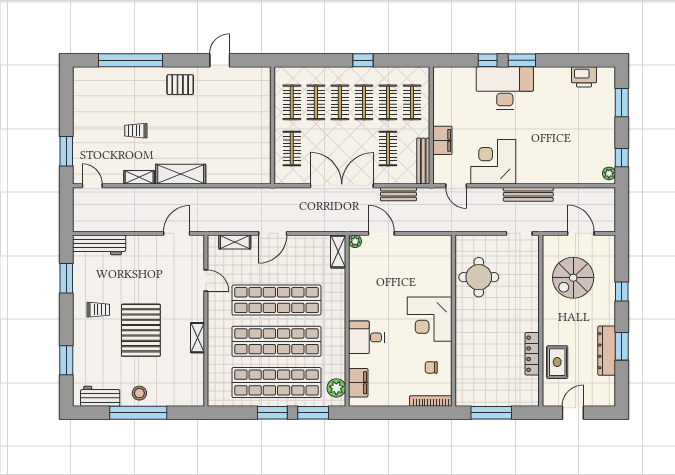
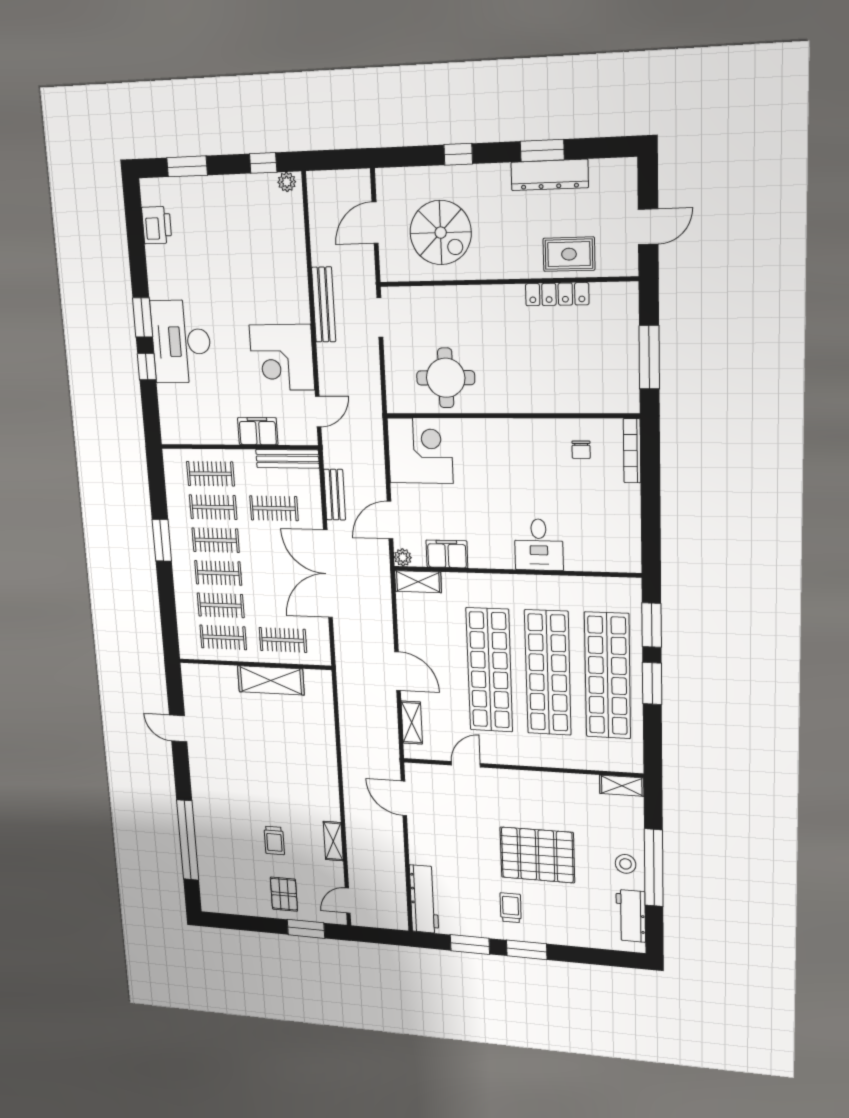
window: (363, 60) -> (162, 540), width x1.50
pallet: (180, 85) -> (284, 894), moved
shelving: (181, 174) -> (271, 680), moved, turned 90
corner desk: (430, 319) -> (420, 451), moved, turned -90
shelving: (197, 338) -> (622, 786), moved
window: (66, 360) -> (527, 950), moved
filing cabinet: (358, 383) -> (447, 554), moved
plant: (336, 388) -> (614, 590), removed
door: (573, 413) -> (648, 227), swing flipped

